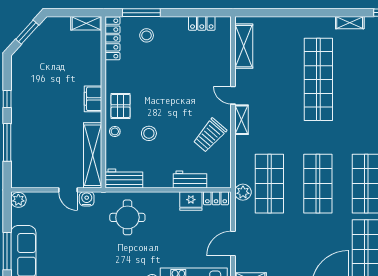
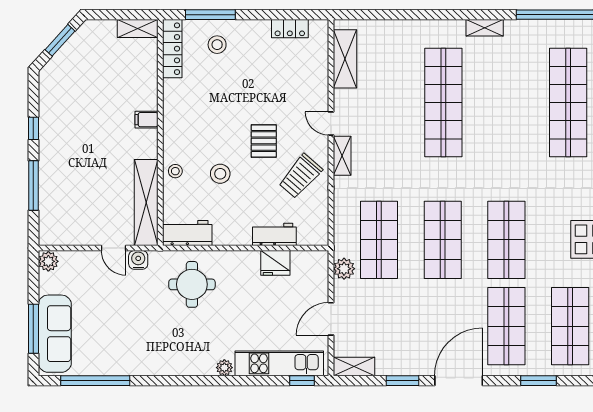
filing cabinet: (93, 99) -> (146, 120), width x0.50
pallet: (121, 106) -> (264, 141), moved
plant: (243, 192) -> (344, 269), moved
locker: (216, 198) -> (309, 259), removed

